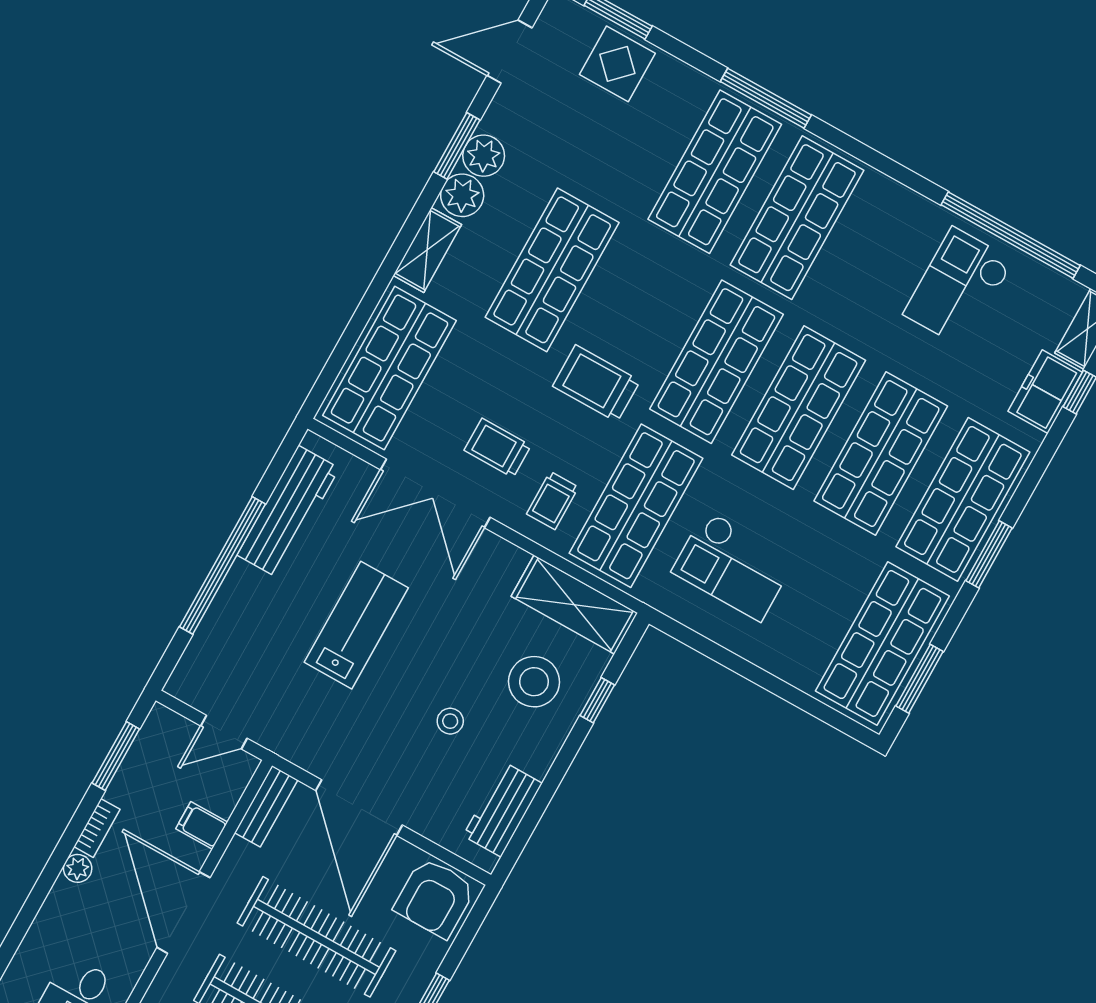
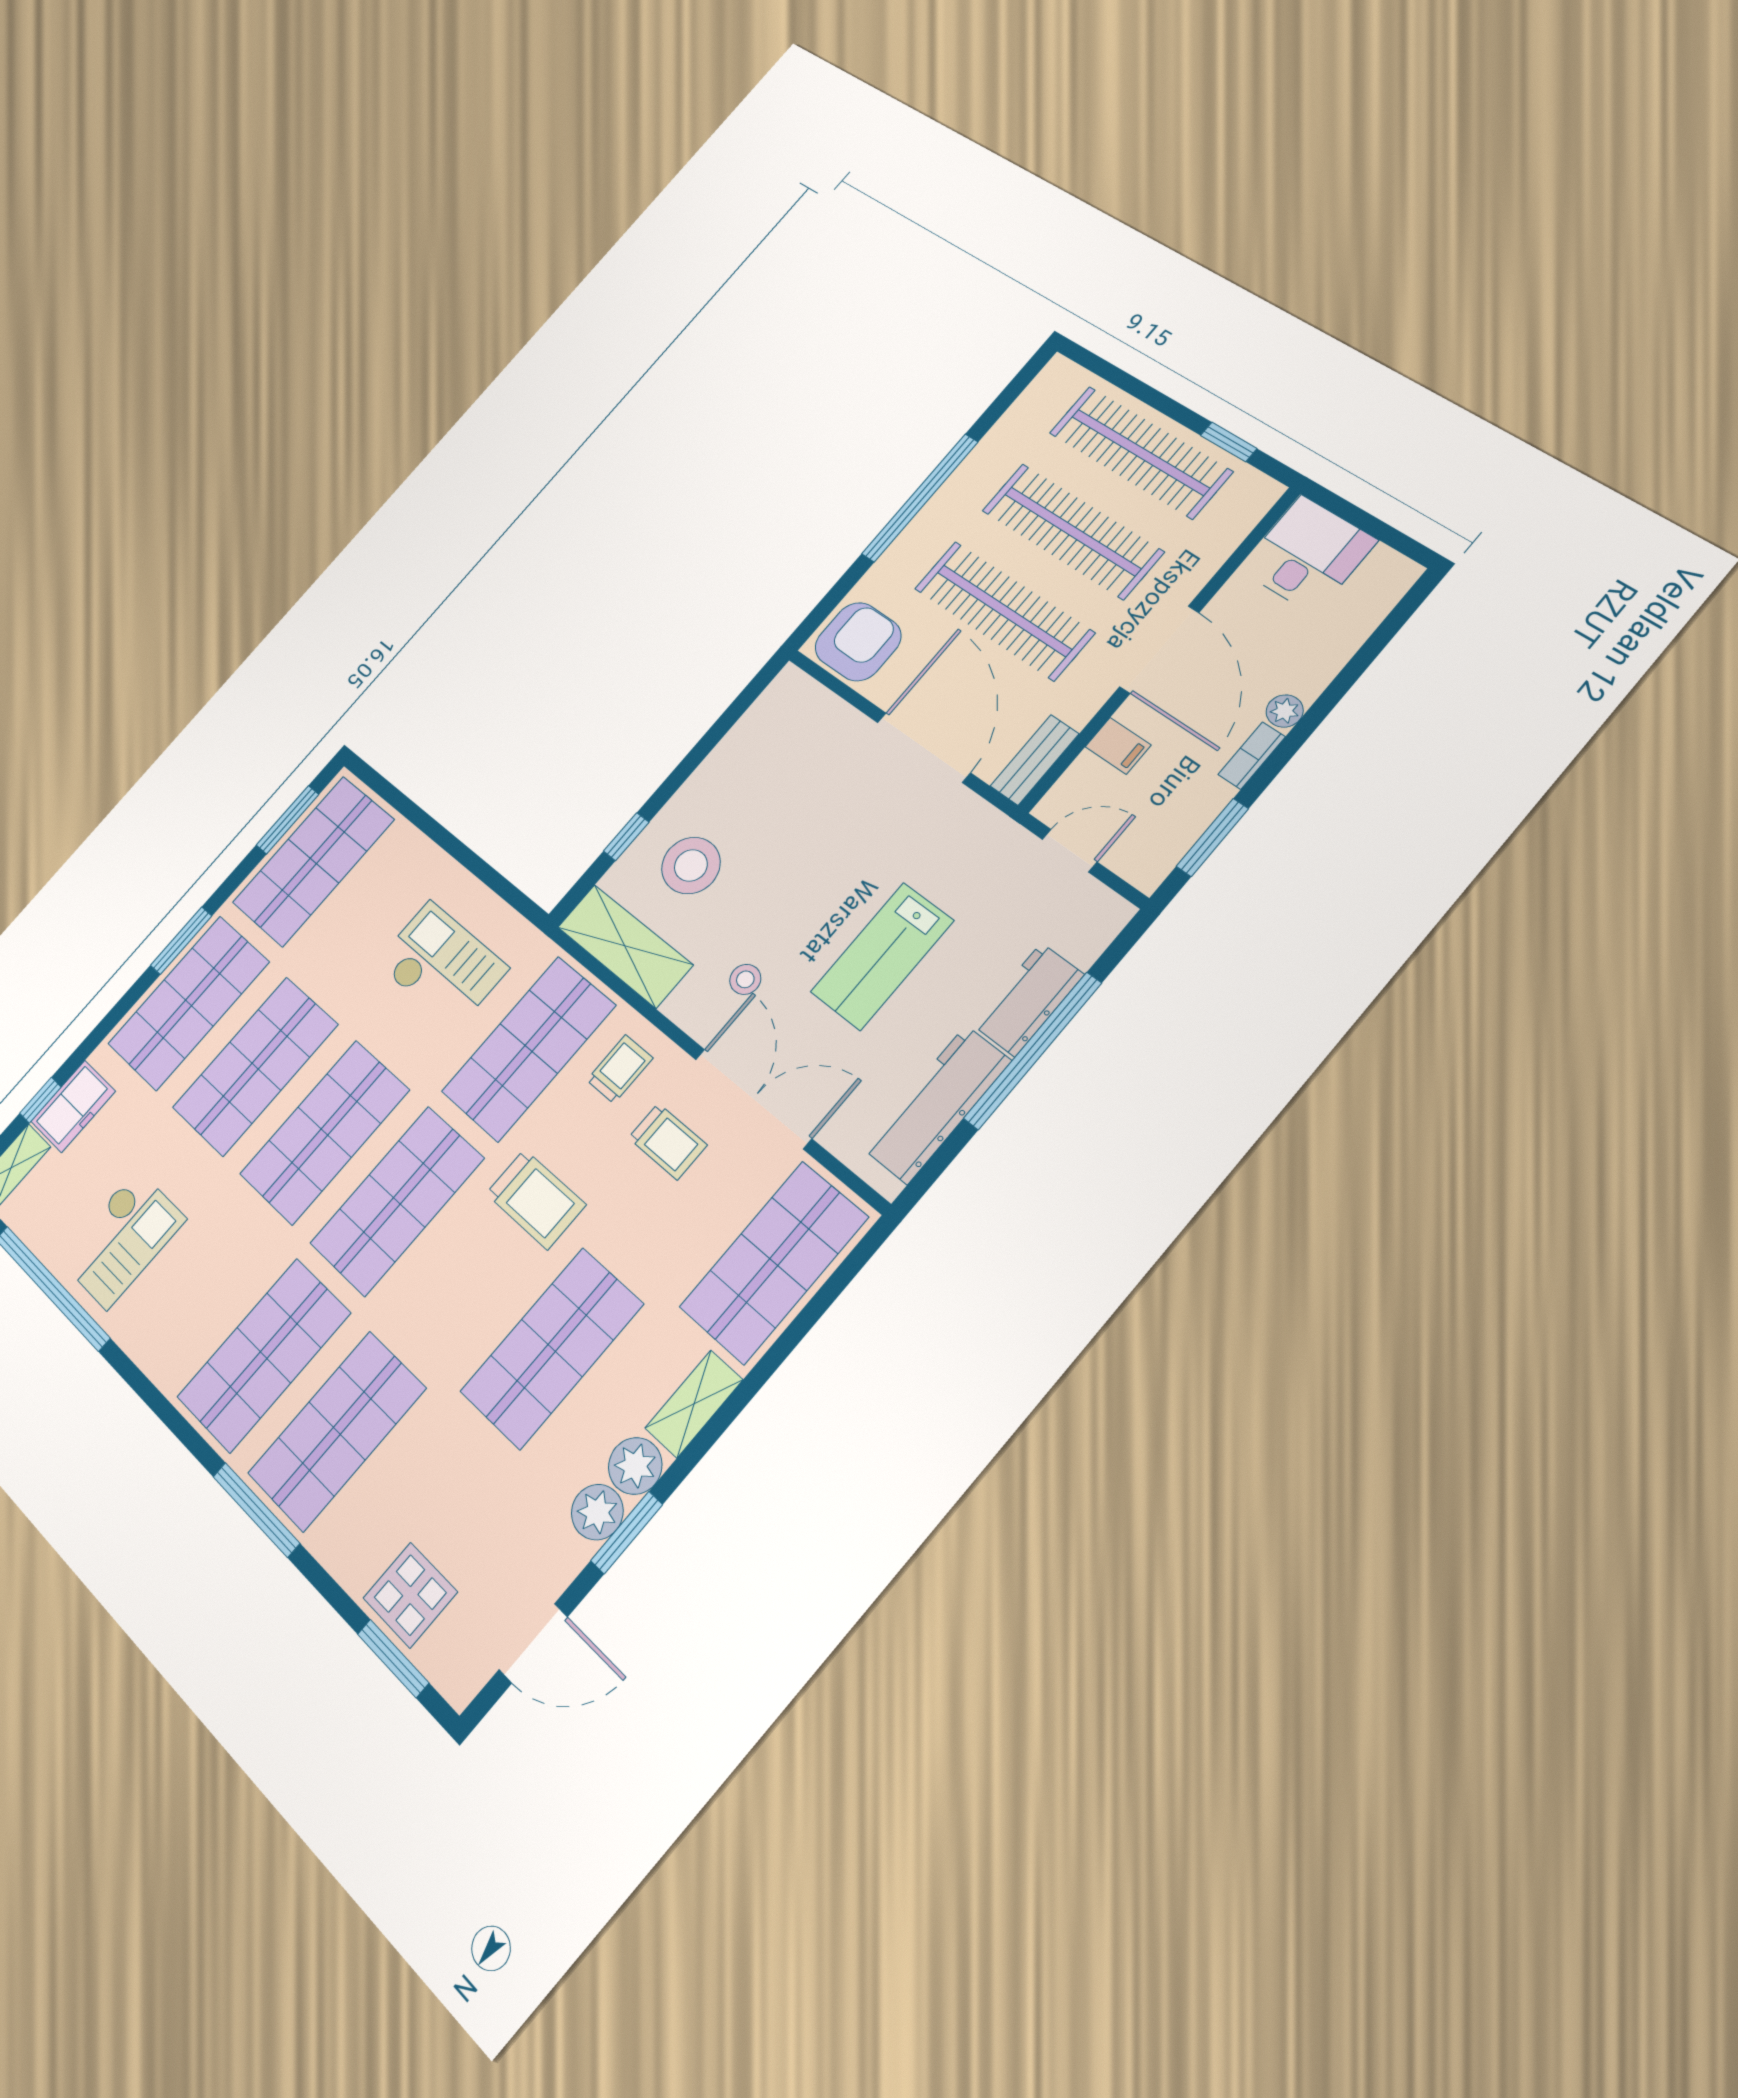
stool: (450, 721) -> (745, 979), moved
workbench: (503, 810) -> (1028, 1000), moved, turned 180

